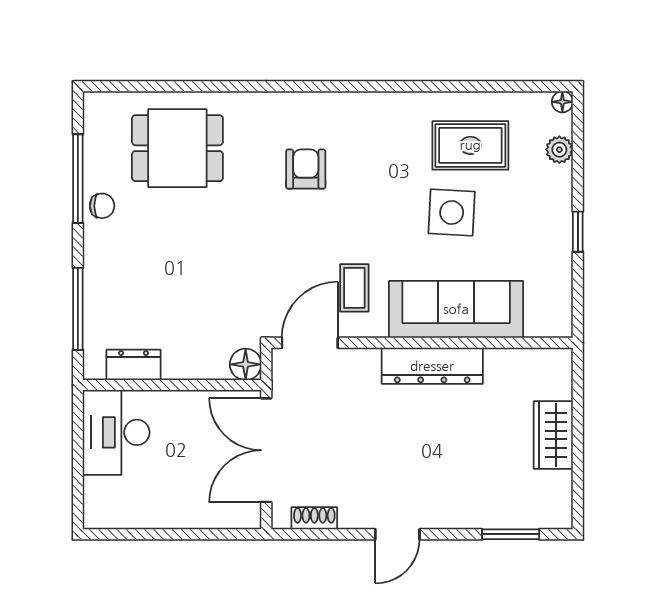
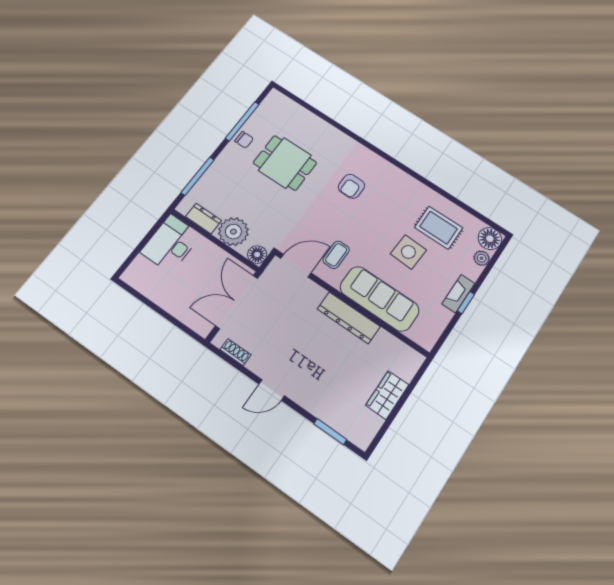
floor lamp: (562, 102) -> (490, 239), width x1.89, depth x1.89
dining table: (177, 148) -> (285, 163), moved
armchair: (306, 169) -> (351, 186), turned 180
fireplace: (560, 226) -> (458, 294), added
plant: (189, 354) -> (233, 232), added

